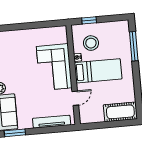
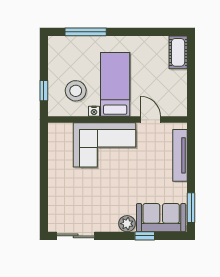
cot: (120, 112) -> (178, 52), width x0.73, depth x0.75

